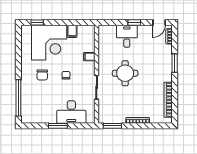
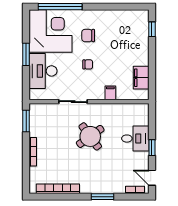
filing cabinet: (72, 31) -> (141, 78), width x2.00
corner desk: (49, 43) -> (50, 31), moved, turned 180
round table: (125, 73) -> (90, 136), turned -36

